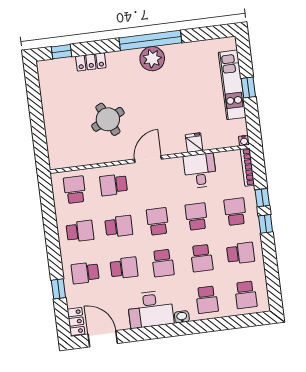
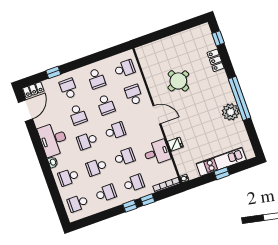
plant: (152, 59) -> (231, 112), moved
school desk: (241, 253) -> (106, 193), turned -90

